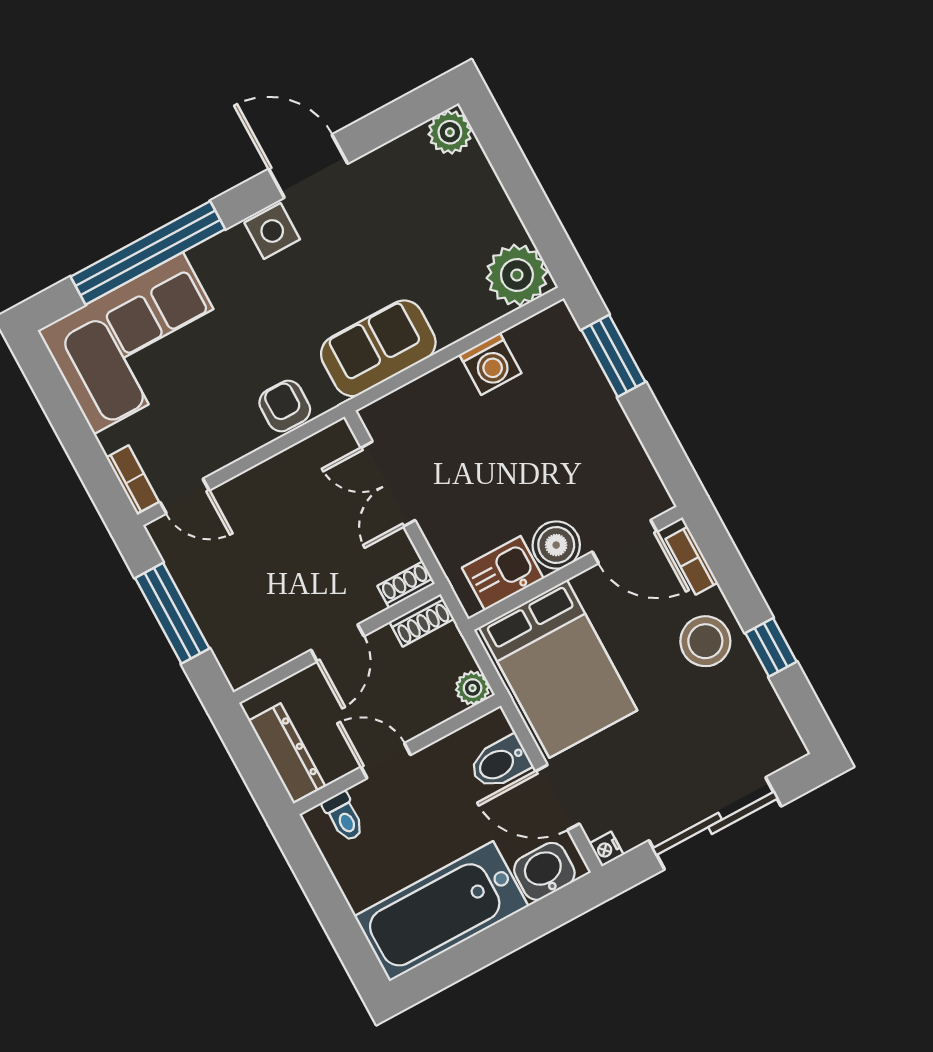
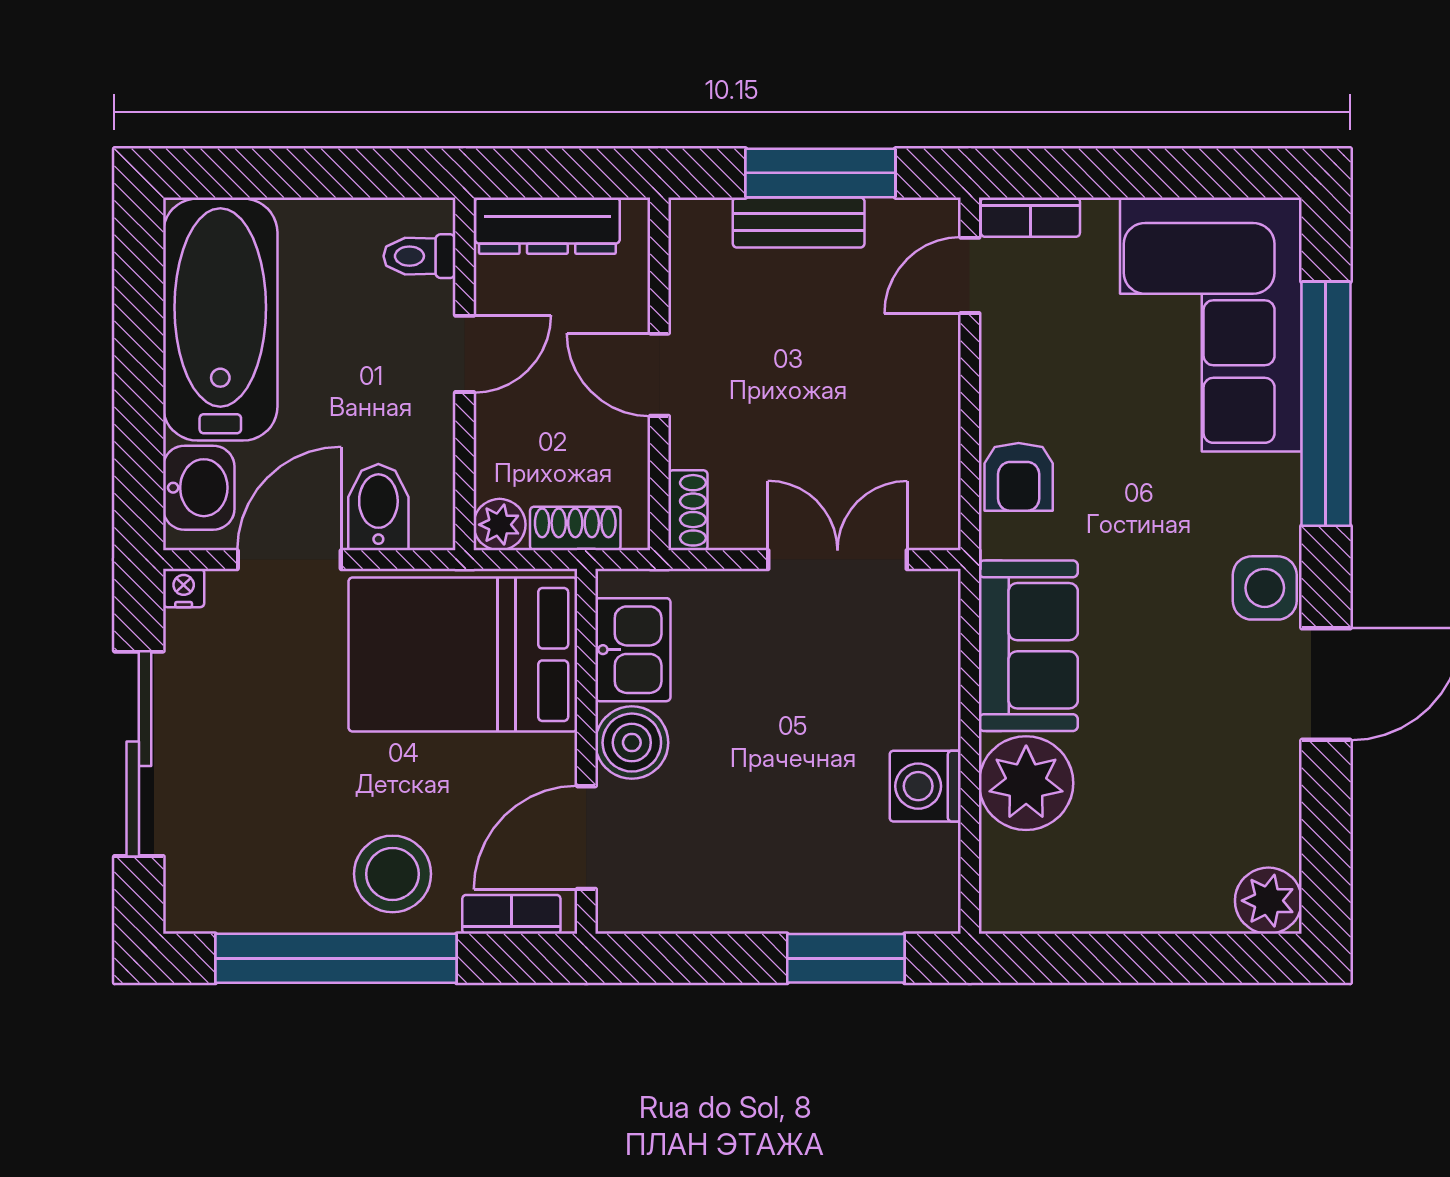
plant: (517, 275) -> (1026, 783), moved
armchair: (285, 406) -> (1019, 477), turned 90
bench: (207, 610) -> (799, 222), added
shoe rack: (422, 620) -> (575, 529), moved, turned 90
window: (771, 647) -> (336, 958), width x3.17

